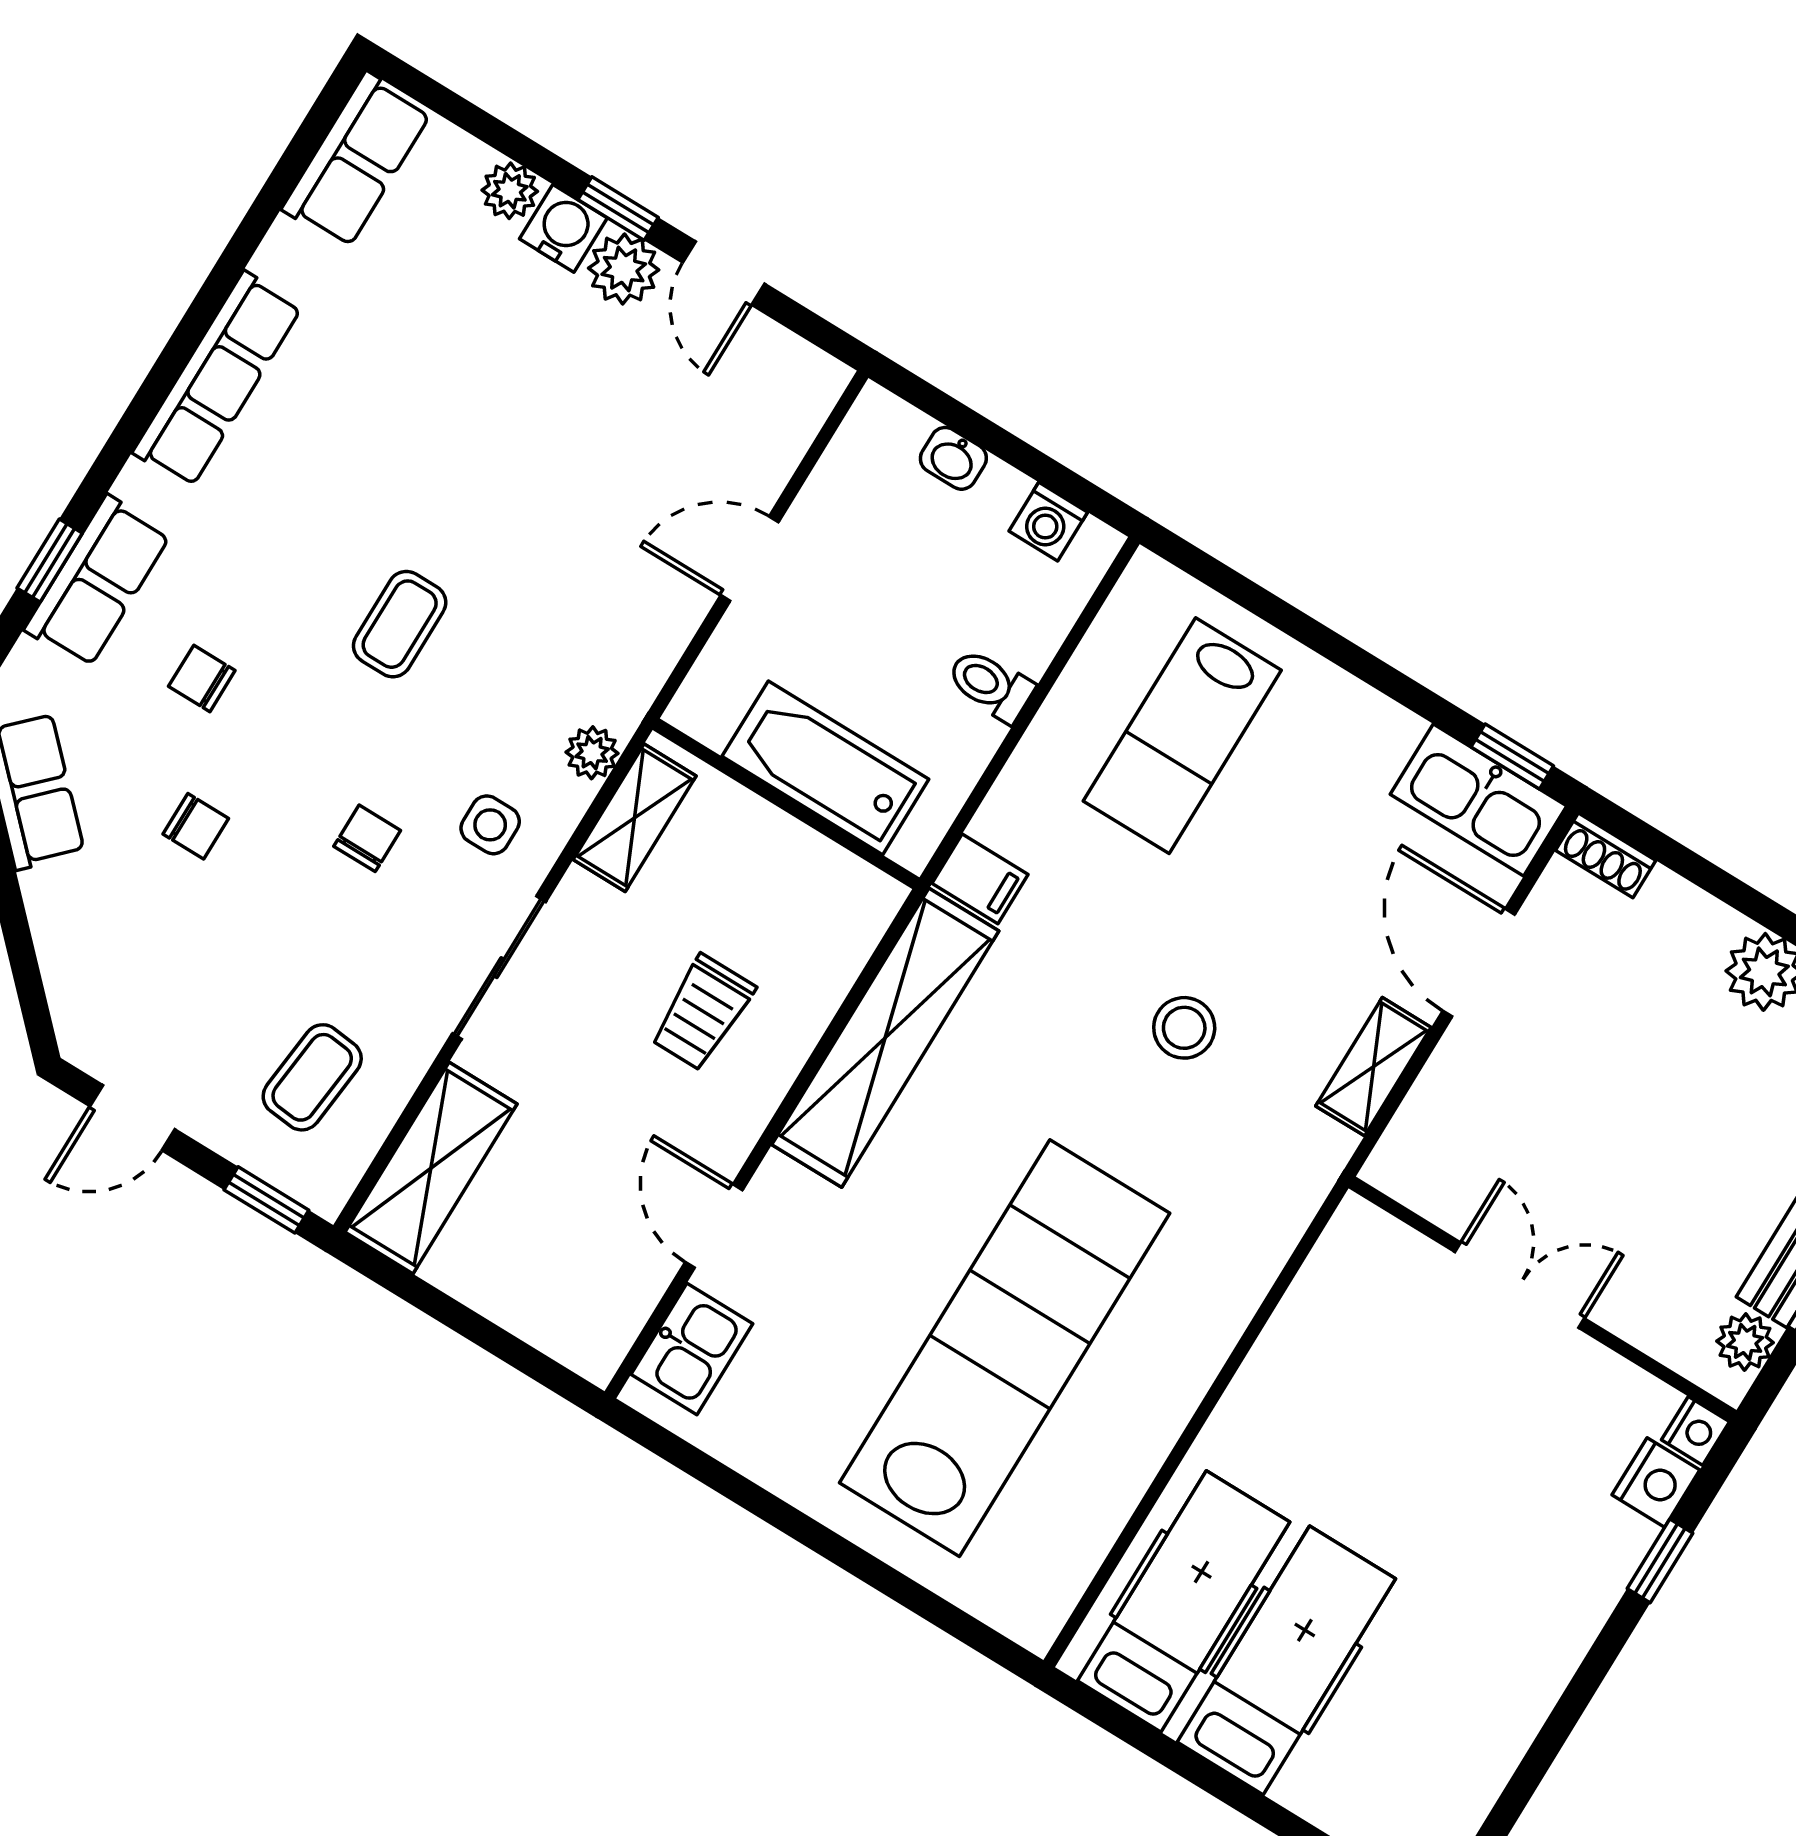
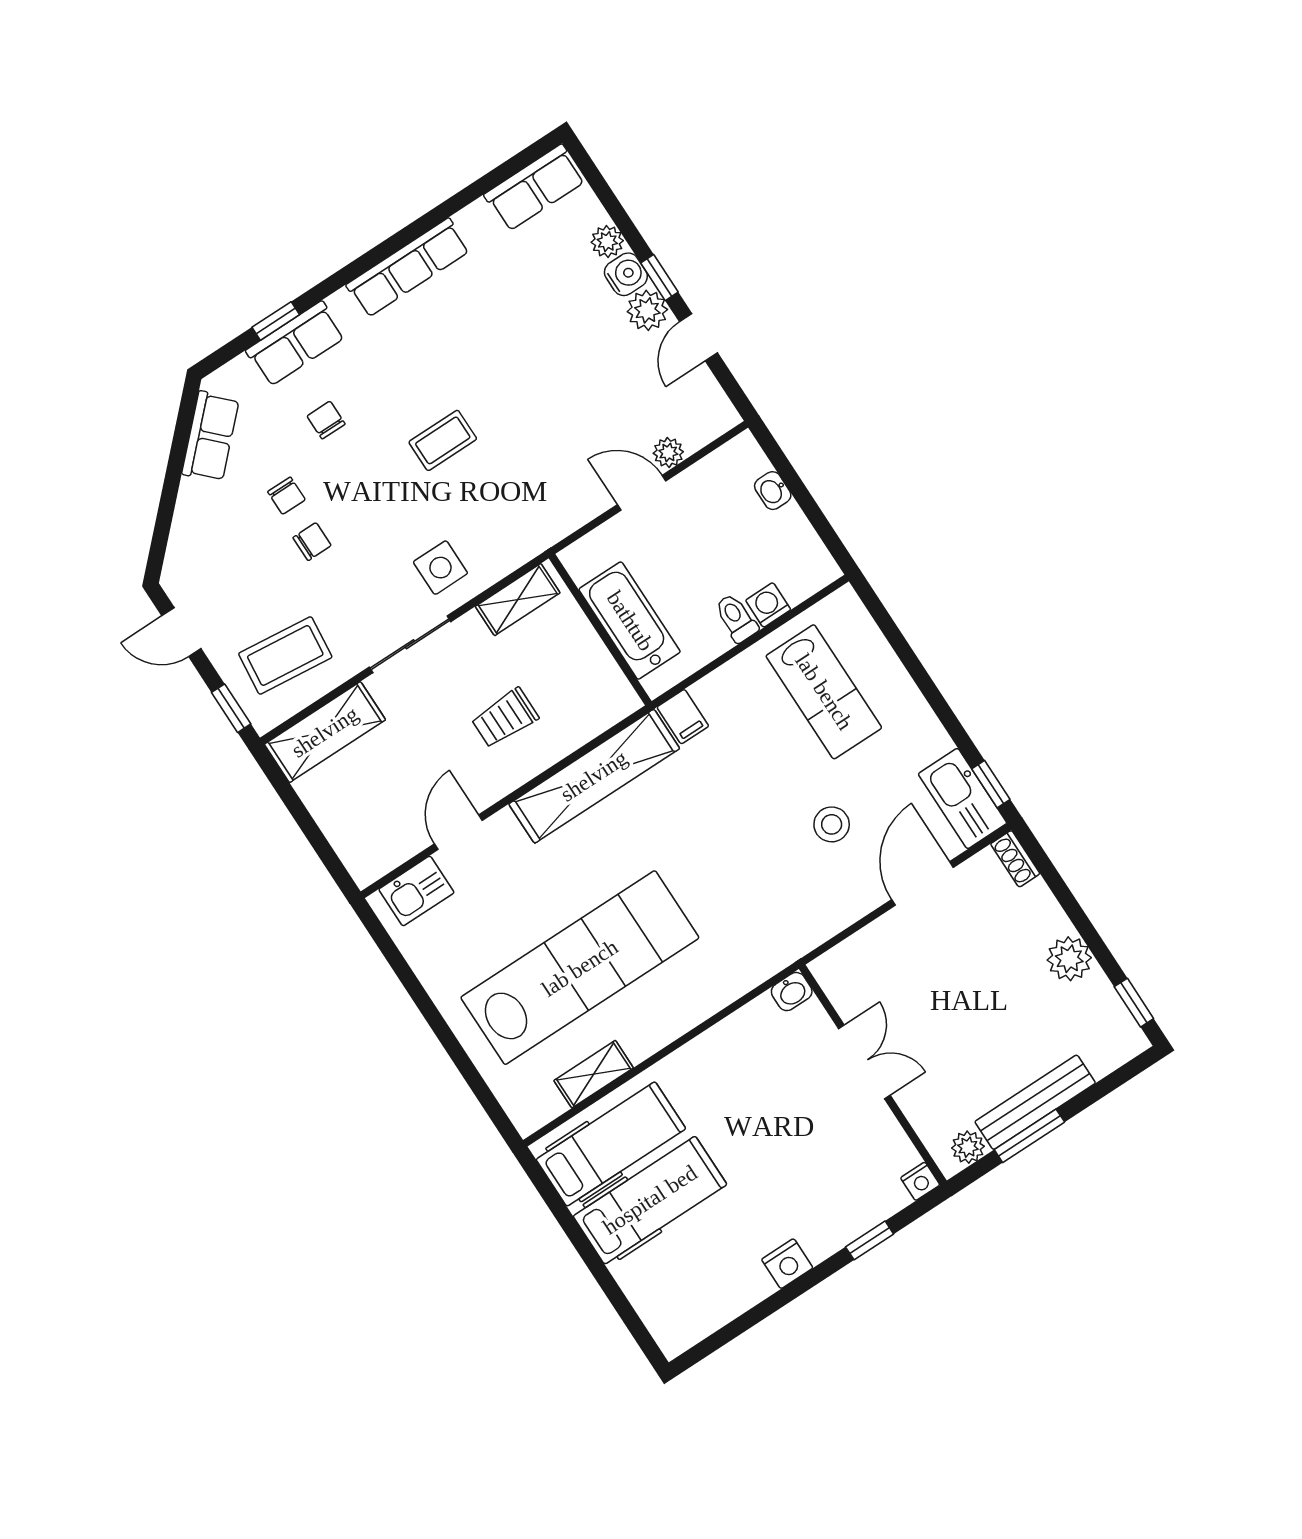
washing machine: (1048, 522) -> (768, 605), moved, turned 90
lab bench: (1182, 736) -> (824, 692), turned -90
plant: (592, 753) -> (668, 452), moved
side table: (490, 825) -> (440, 568), width x1.37, depth x1.37
chair: (367, 838) -> (312, 542), moved
stool: (1184, 1028) -> (832, 824), moved
shelving: (1373, 1067) -> (594, 1074), moved
coffee table: (312, 1077) -> (285, 655), width x1.36, depth x1.30
washbasin: (1354, 1229) -> (792, 992), added
nightstand: (1656, 1482) -> (787, 1264), moved

